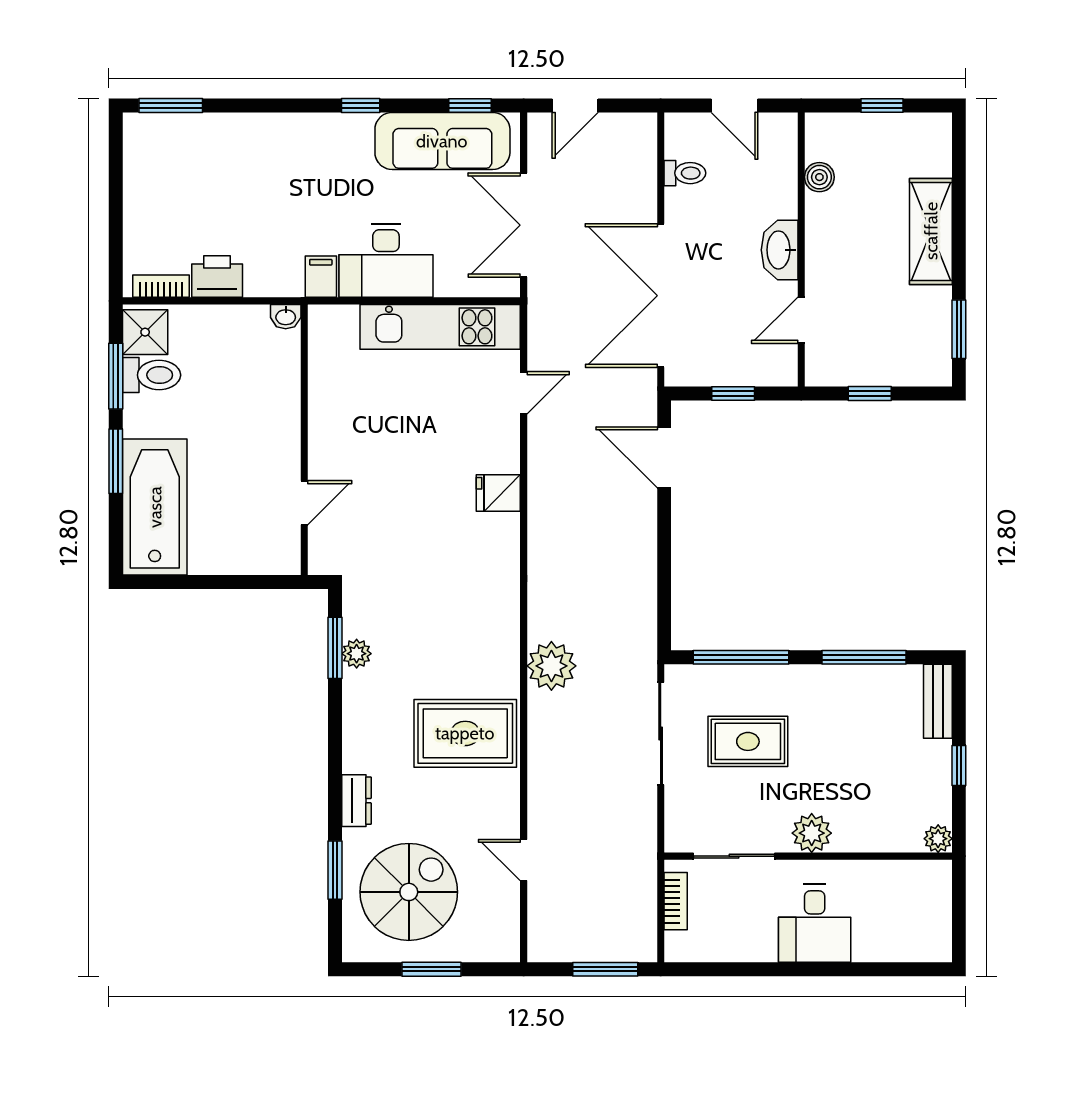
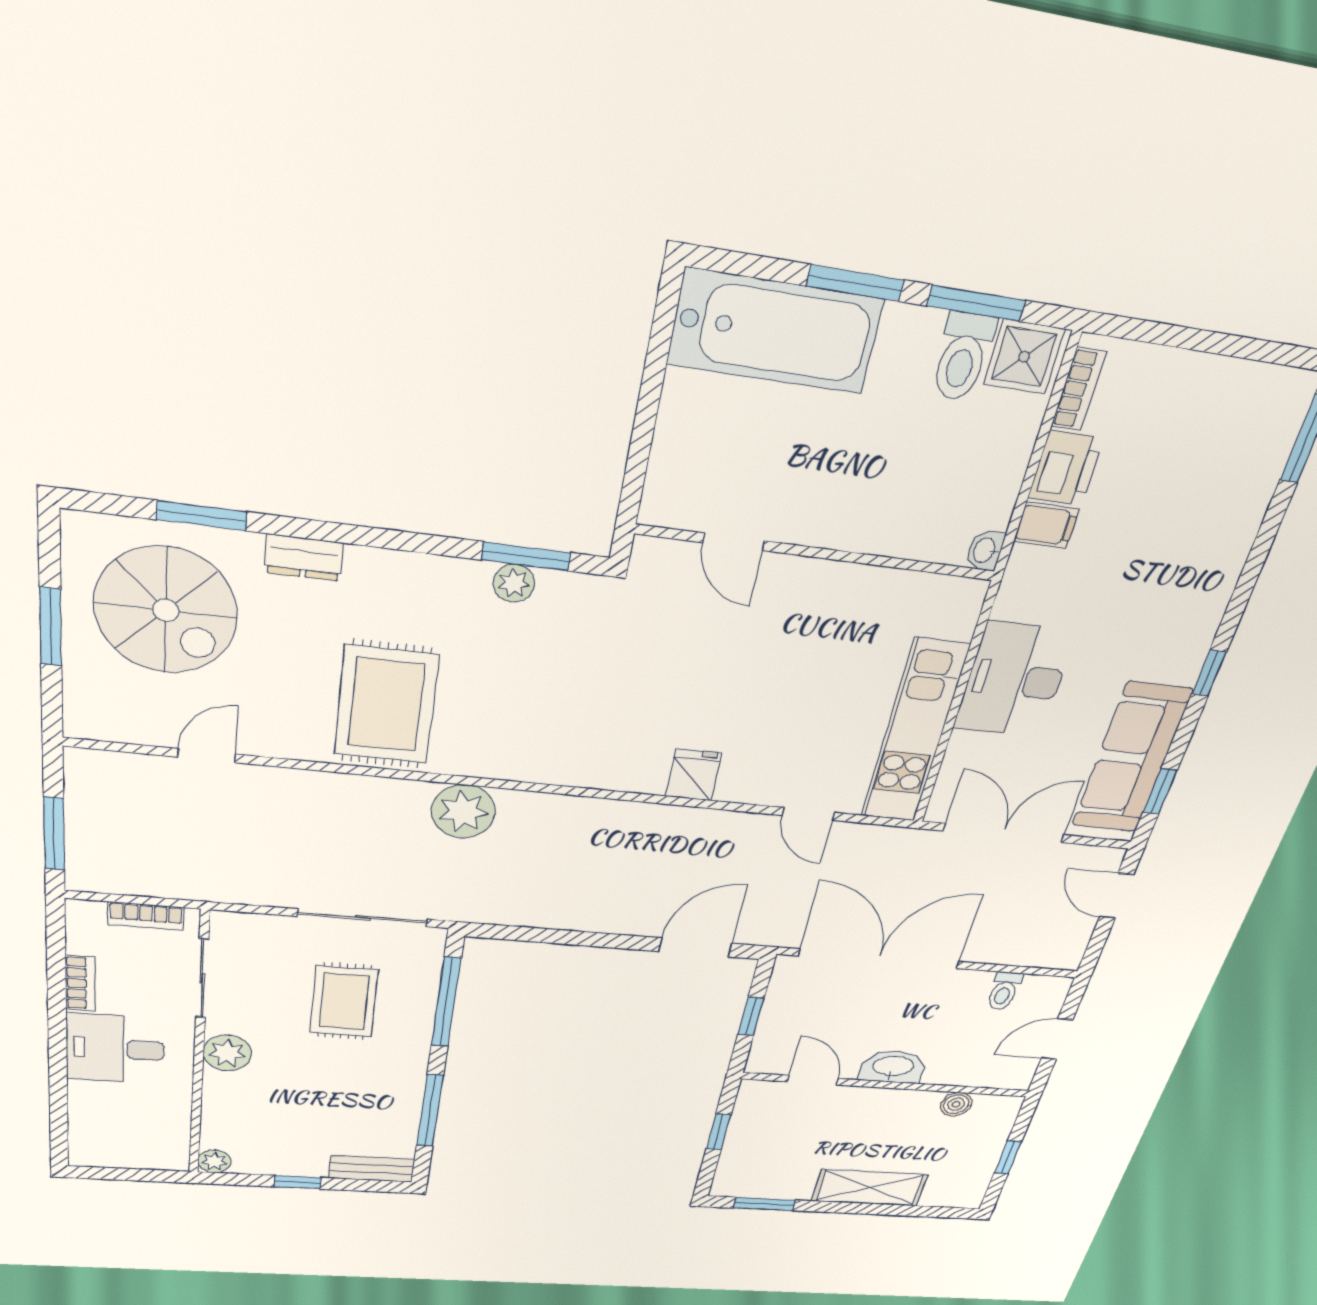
filing cabinet: (321, 277) -> (1046, 525), moved
bookcase: (748, 951) -> (80, 983), added

